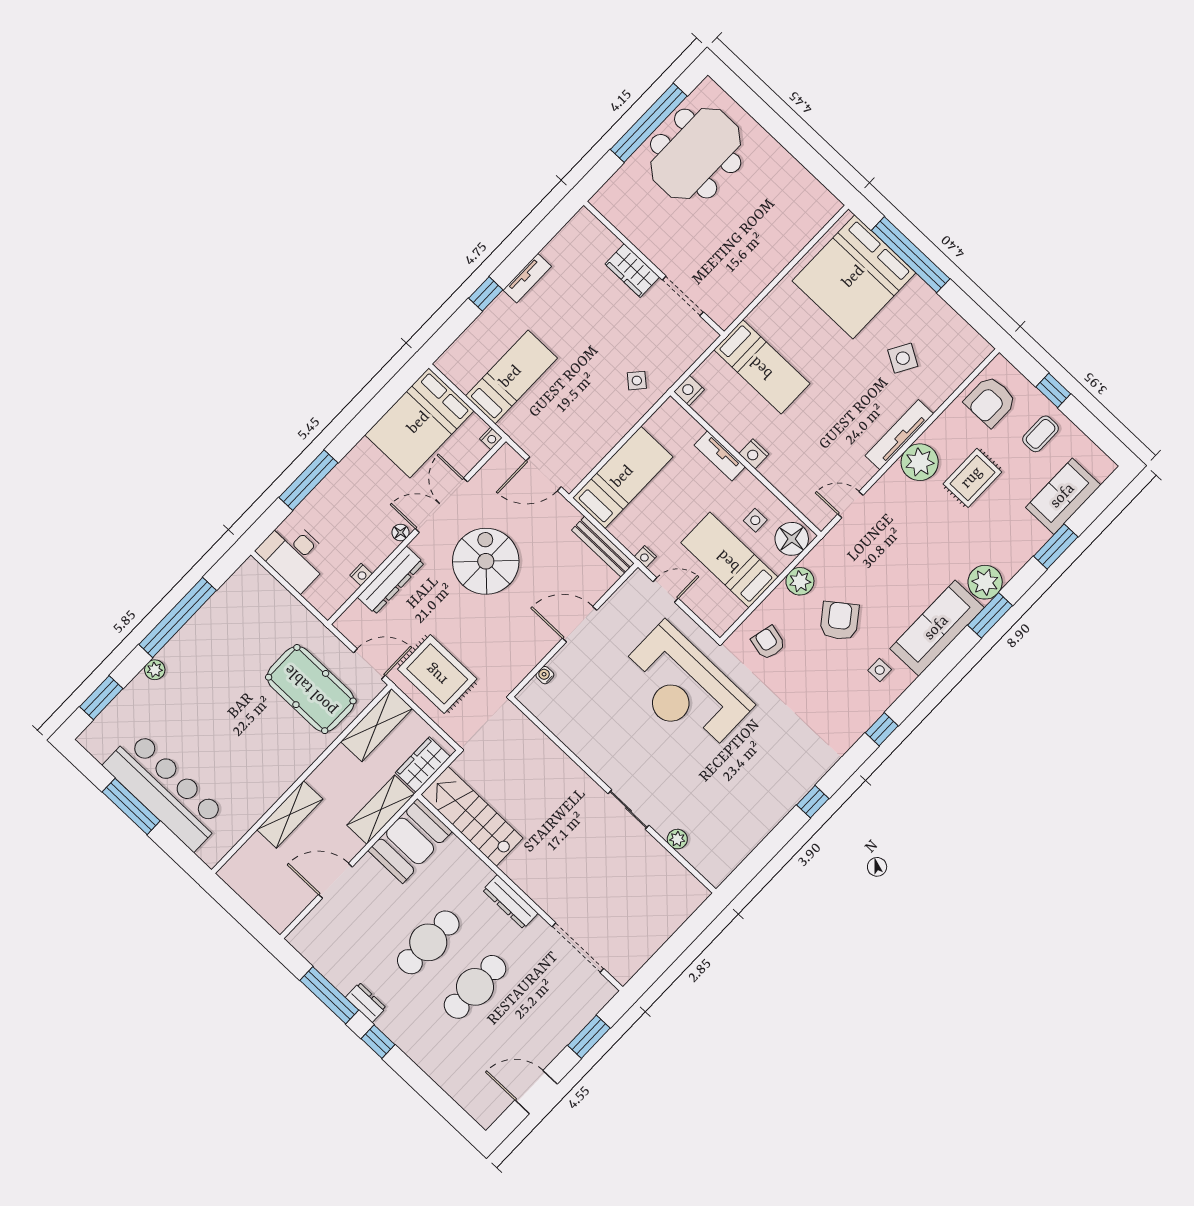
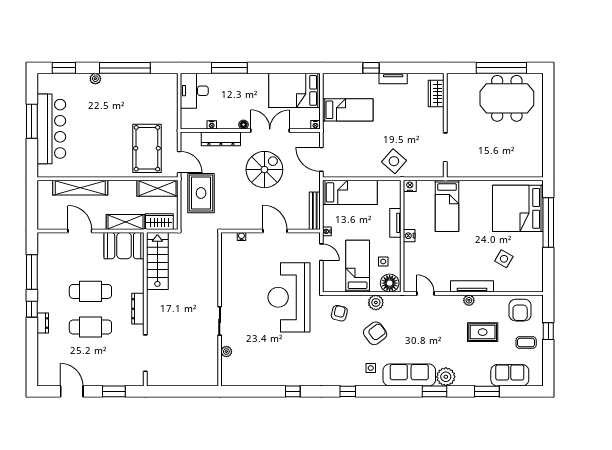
wardrobe: (632, 271) -> (436, 94), moved
side table: (637, 381) -> (394, 161), width x1.87, depth x1.87
armchair: (990, 401) -> (520, 310), turned -90
plant: (920, 462) -> (469, 300), width x0.53, depth x0.53
shelving: (290, 814) -> (80, 188), width x1.47
dresser: (366, 1002) -> (43, 323), moved

